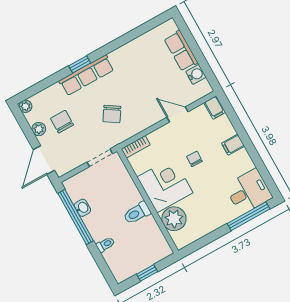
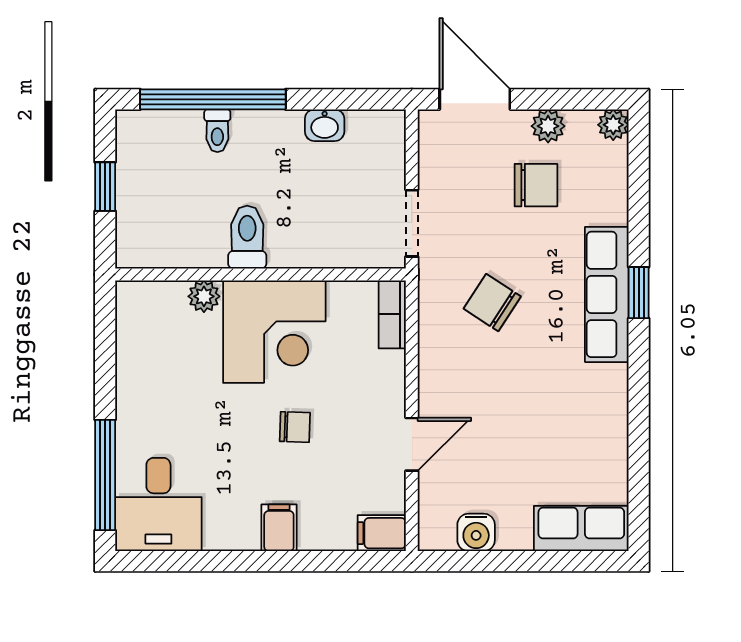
row of seats: (181, 51) -> (581, 528), moved
window: (76, 217) -> (213, 99), moved
plant: (174, 219) -> (204, 296), width x0.53, depth x0.53

